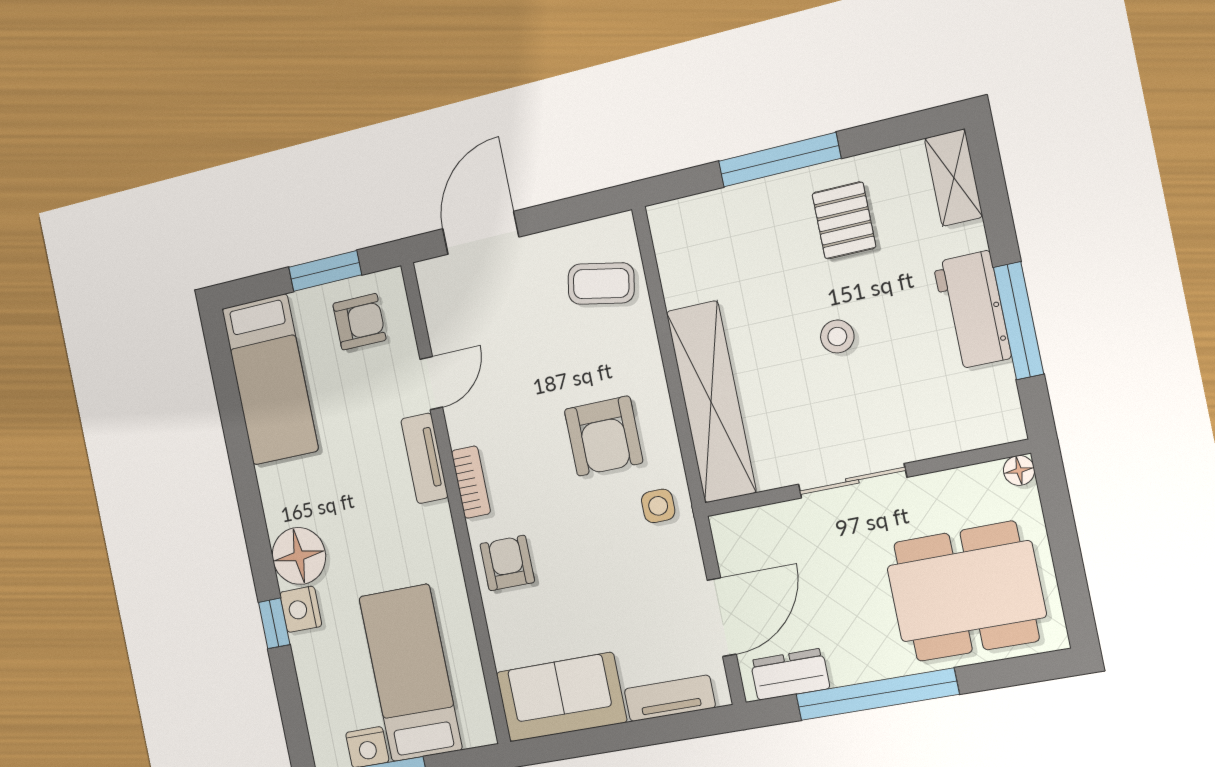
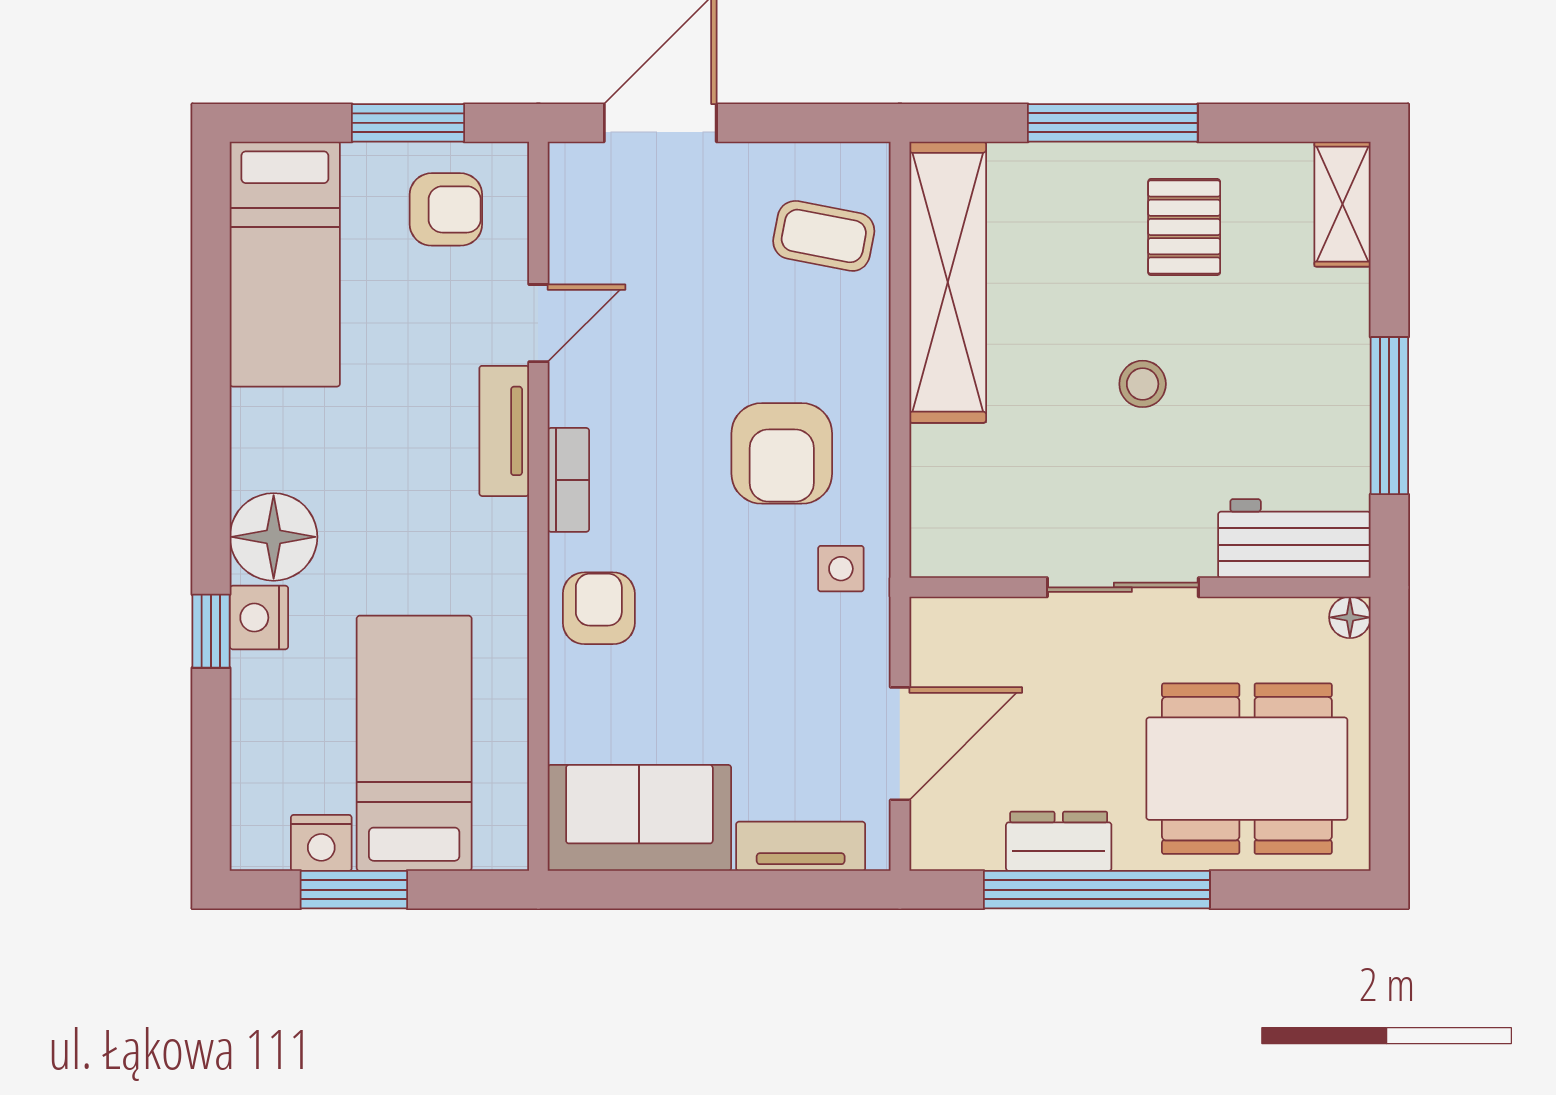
workbench: (972, 310) -> (1294, 539), moved, turned 90
shelving: (711, 402) -> (948, 282), moved
dresser: (790, 674) -> (1059, 841), moved

